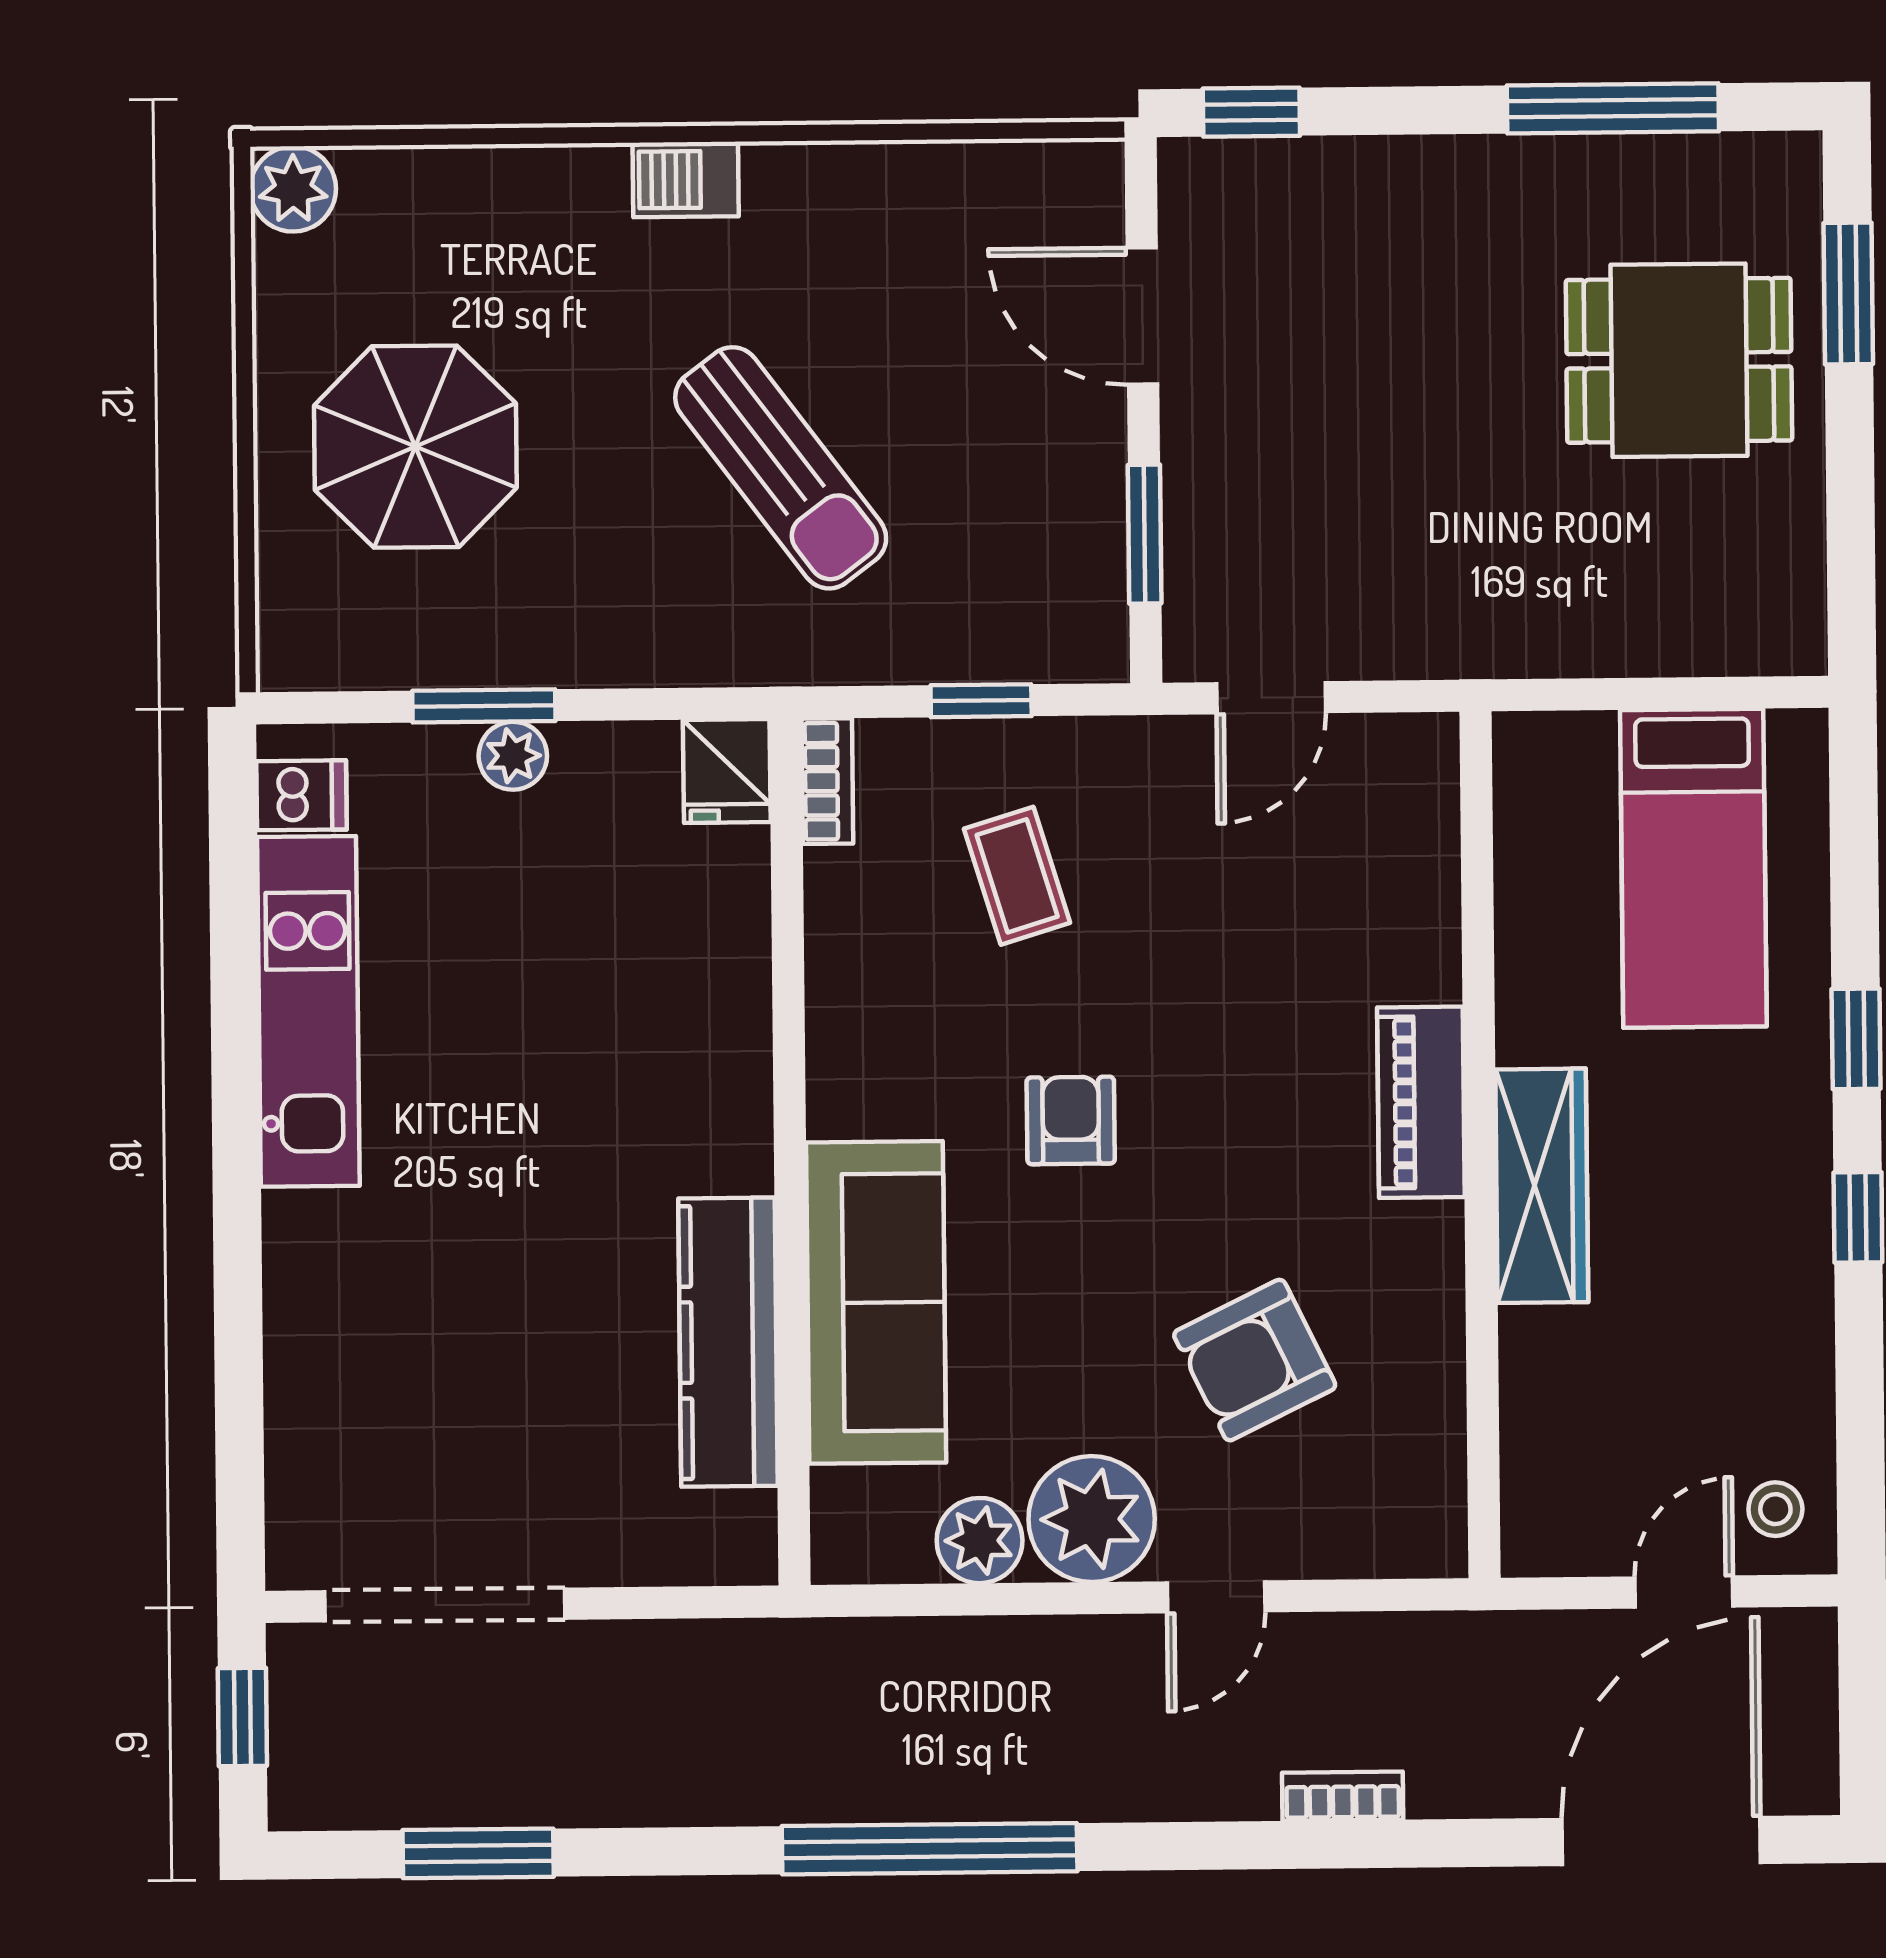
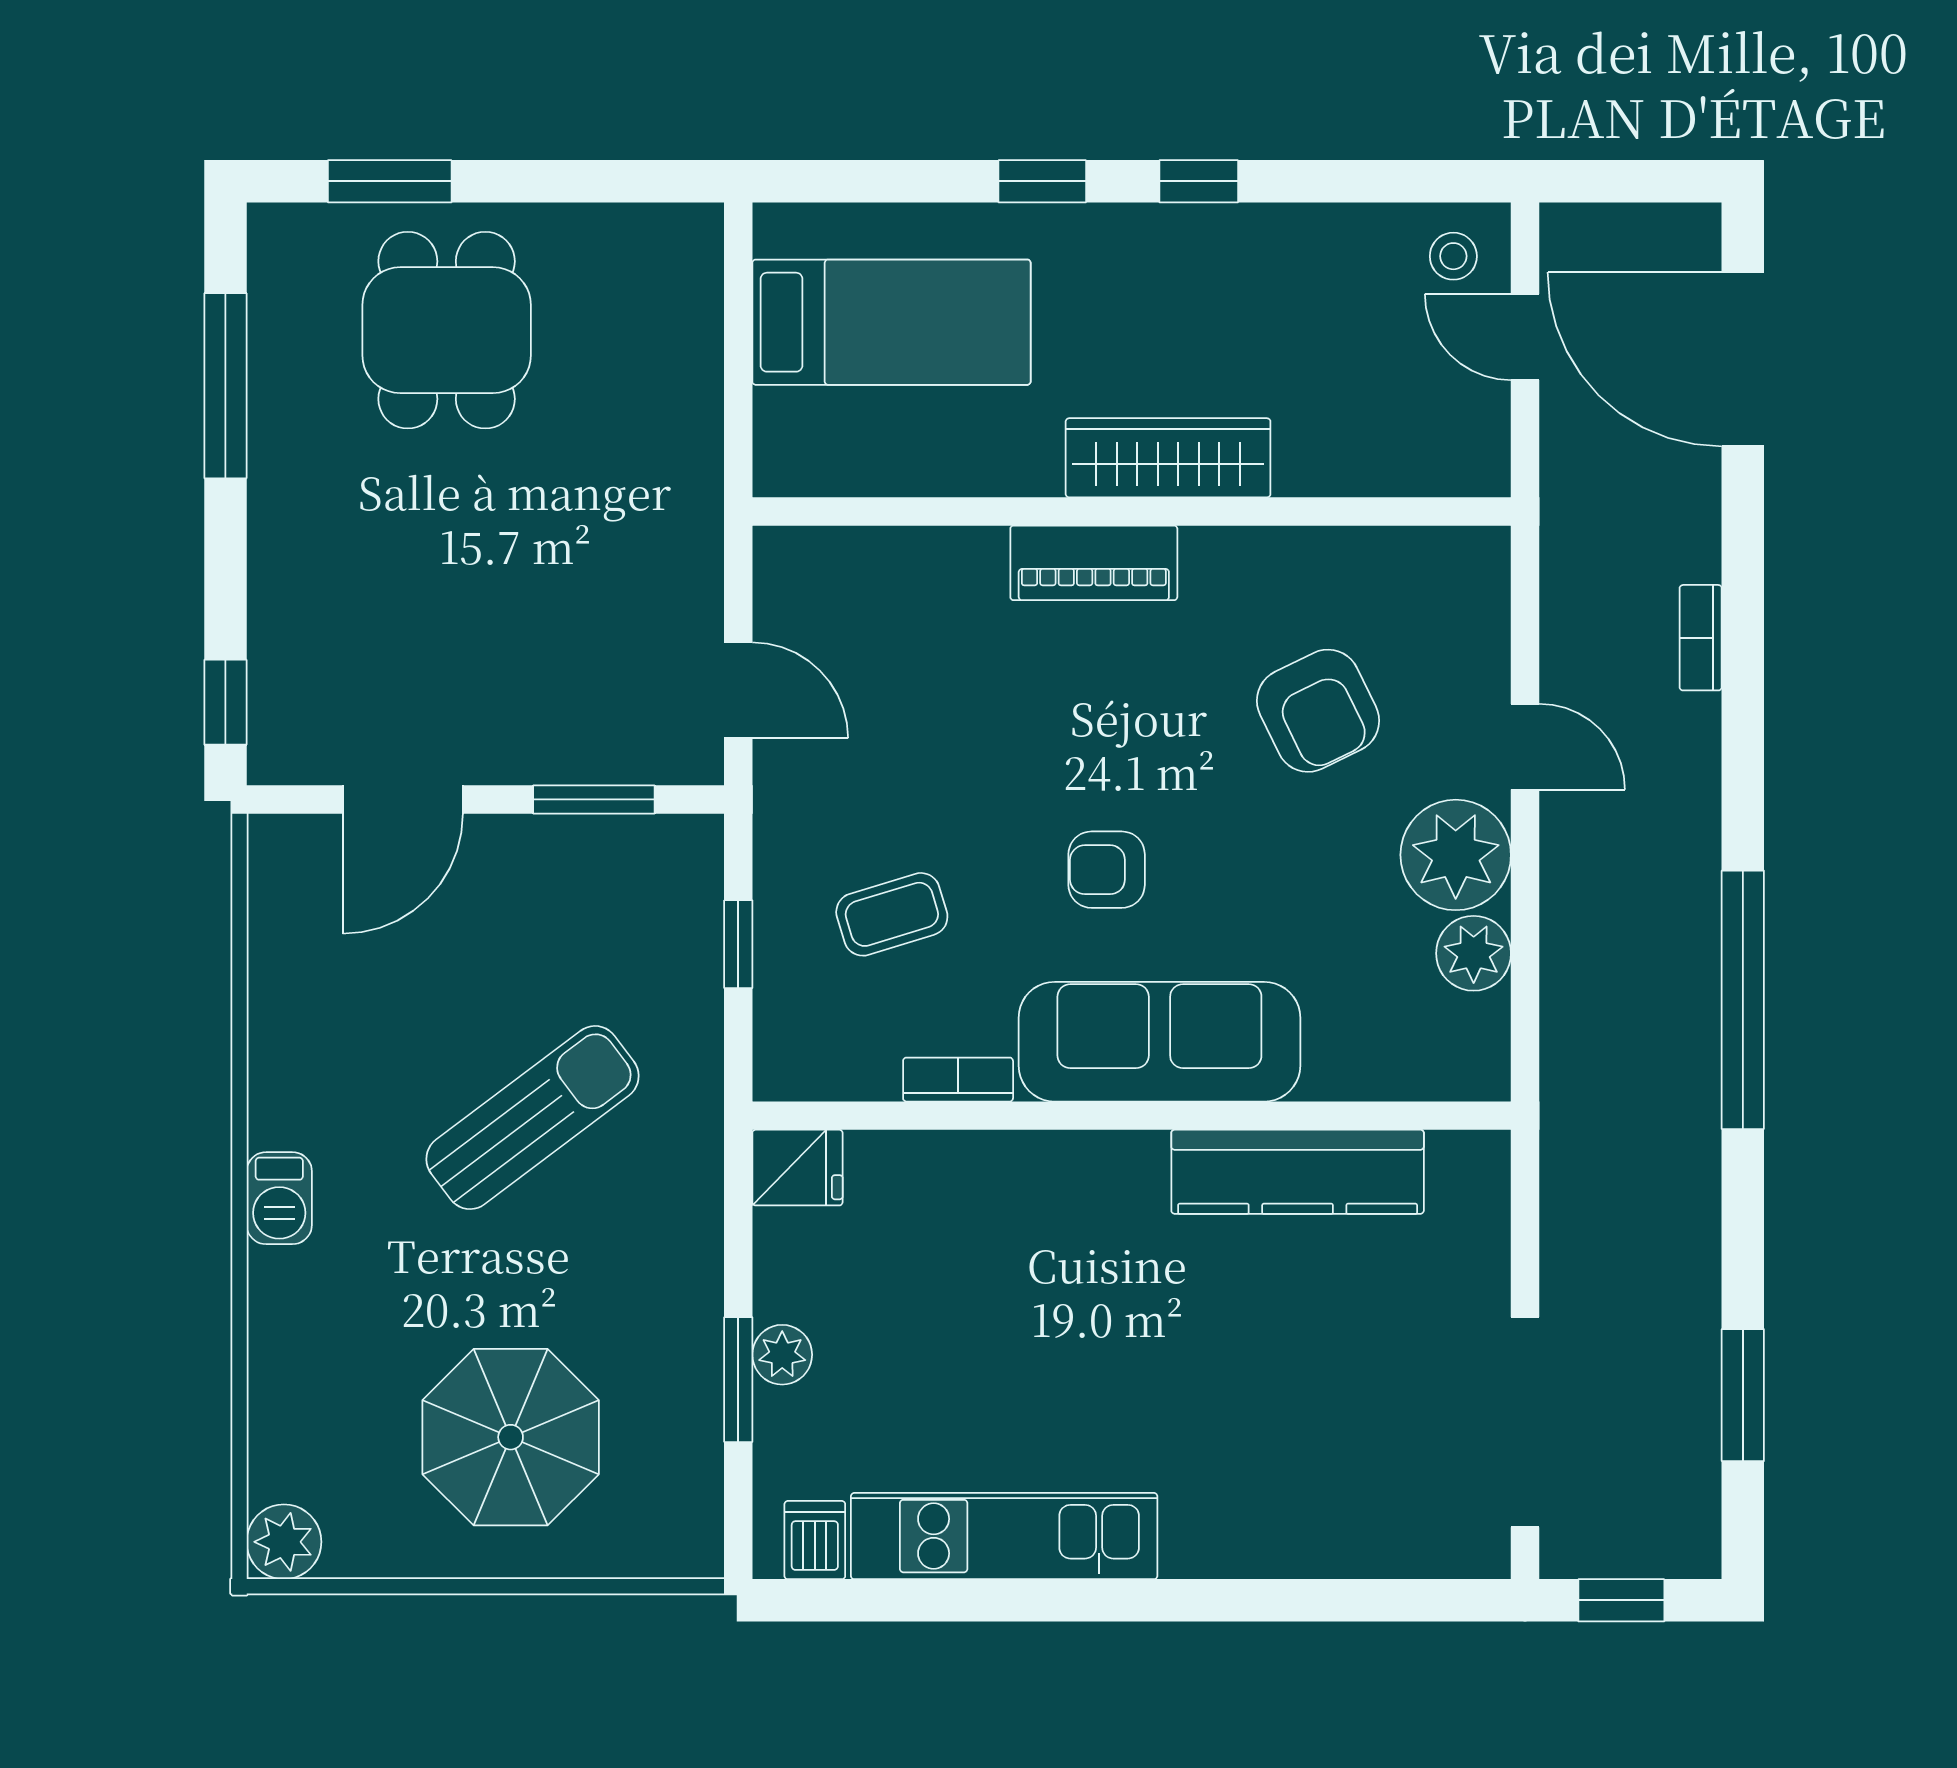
bookcase: (827, 781) -> (958, 1080), moved
sofa: (876, 1302) -> (1159, 1042), moved

